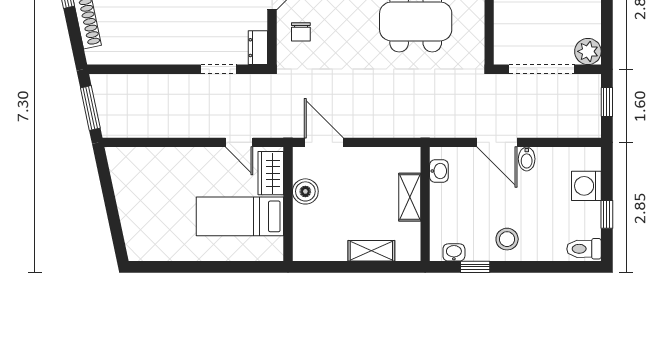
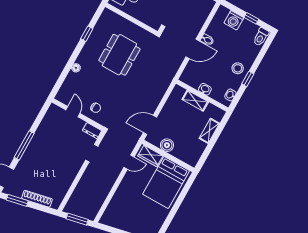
washbasin: (439, 171) -> (205, 89), moved
bed: (240, 216) -> (166, 182), width x1.50
window: (475, 267) -> (248, 79), moved

